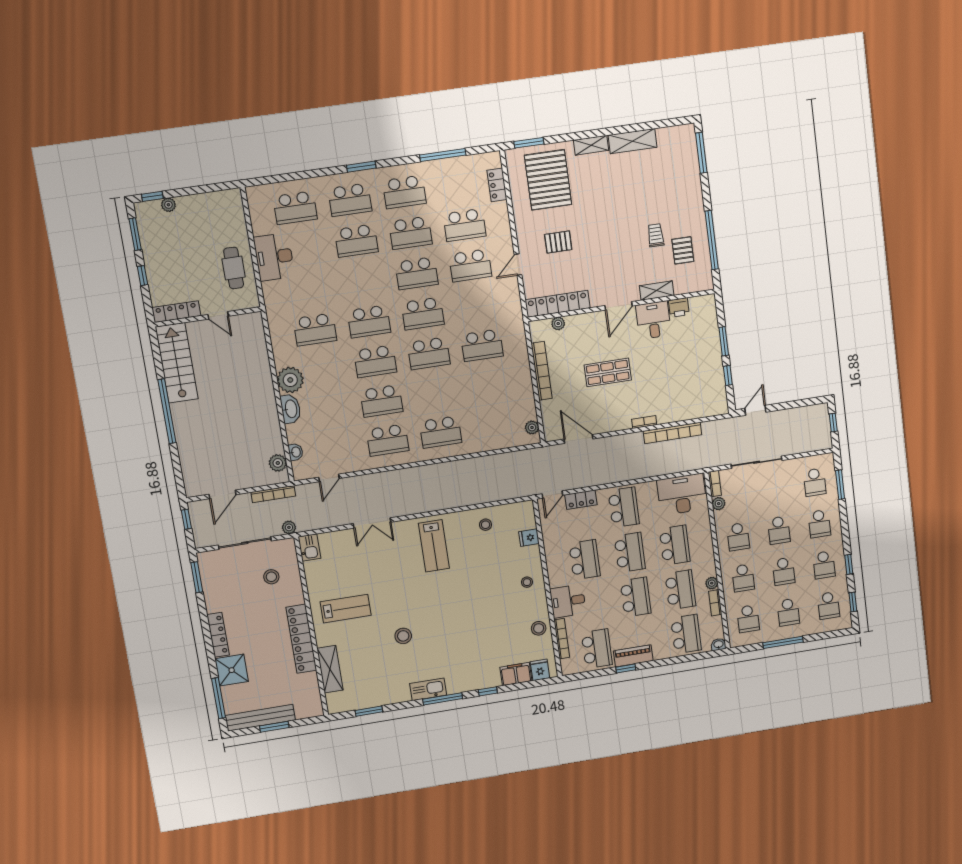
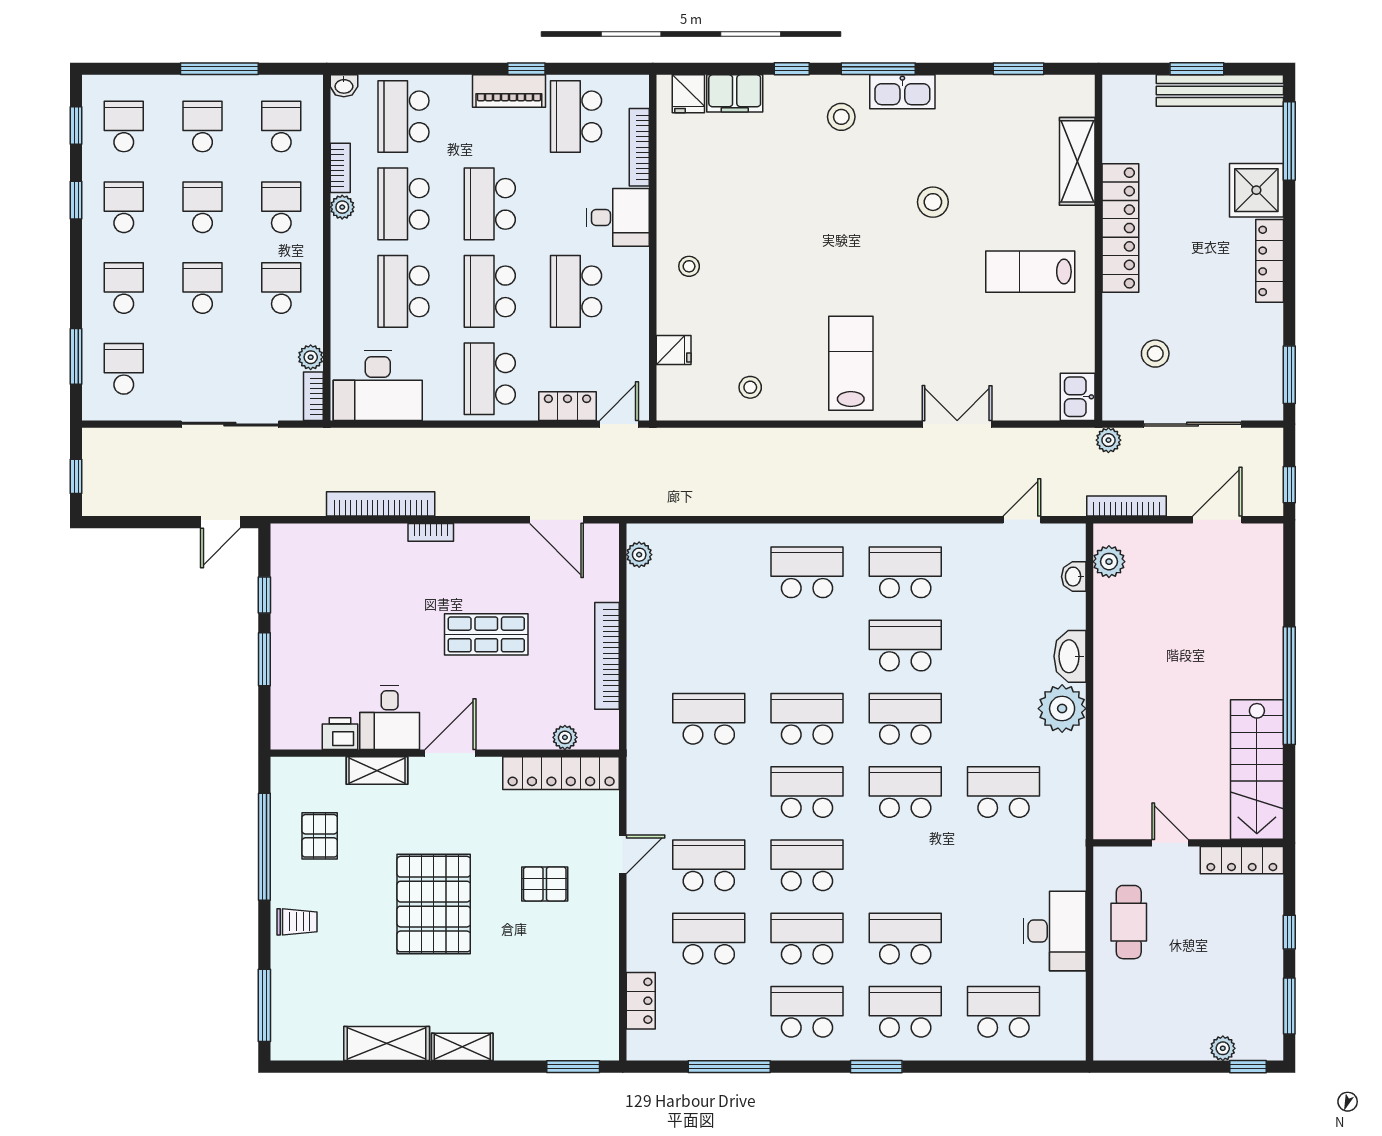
pallet: (548, 180) -> (434, 904), moved
trolley: (656, 235) -> (297, 922), moved, turned -90
stool: (539, 628) -> (841, 117), moved

